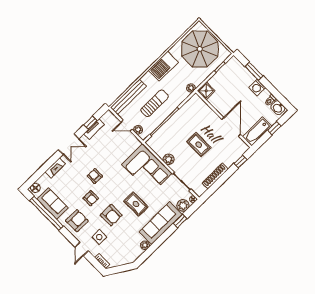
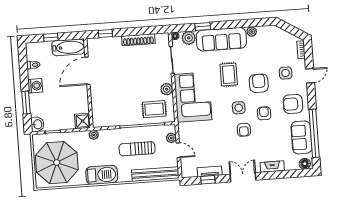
washbasin: (278, 108) -> (37, 124), moved
rug: (199, 145) -> (154, 109), moved, turned 90
side table: (111, 188) -> (239, 108), added

